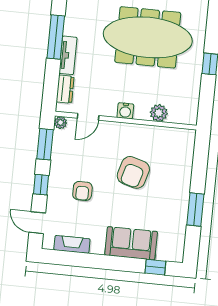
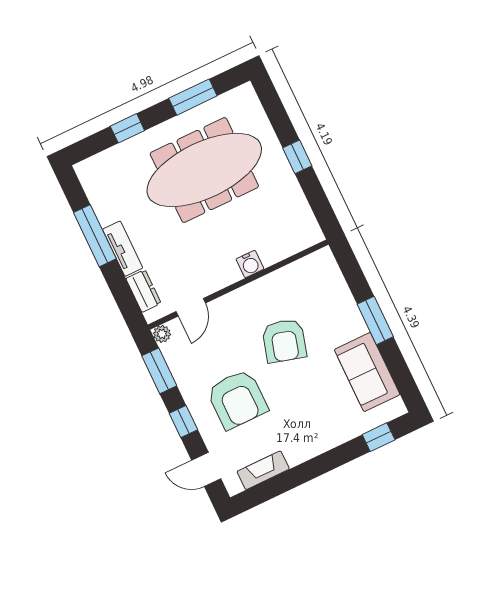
water cooler: (125, 111) -> (250, 264), moved
plant: (159, 113) -> (272, 252), removed
armchair: (82, 191) -> (237, 399), width x1.88, depth x1.88
window: (195, 209) -> (375, 320), moved
sofa: (131, 243) -> (367, 372), moved, turned -90

